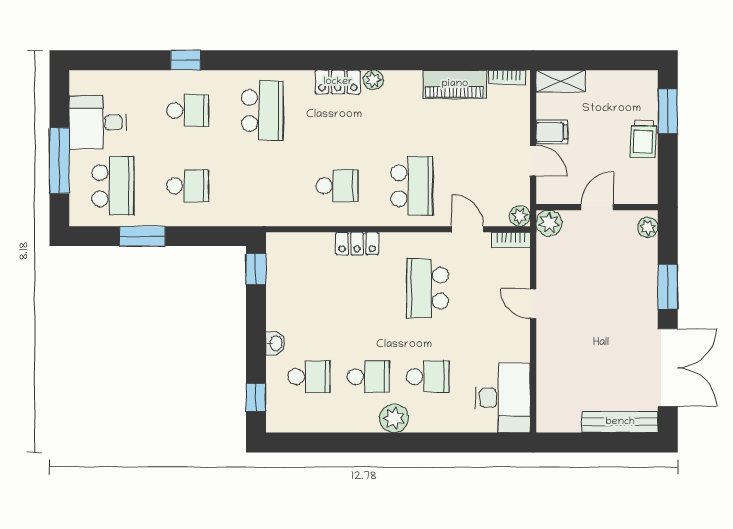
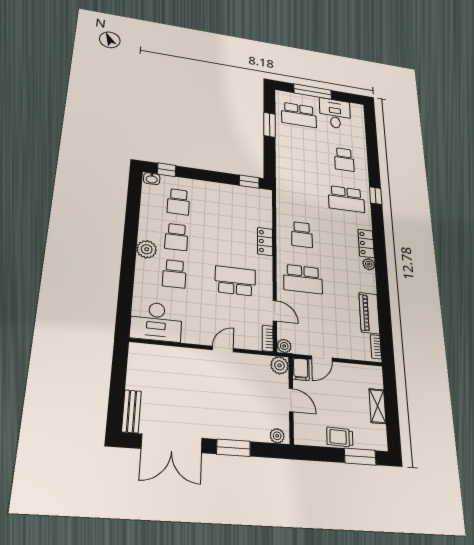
window: (185, 60) -> (376, 196), moved
shelving: (560, 81) -> (377, 406), moved
filing cabinet: (552, 132) -> (301, 369), moved
school desk: (188, 186) -> (300, 153), removed
door: (468, 229) -> (275, 311), hinge flipped
washbasin: (275, 344) -> (152, 179), moved
bench: (620, 422) -> (131, 411), width x0.73

